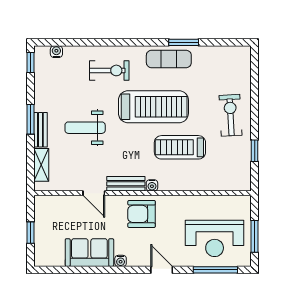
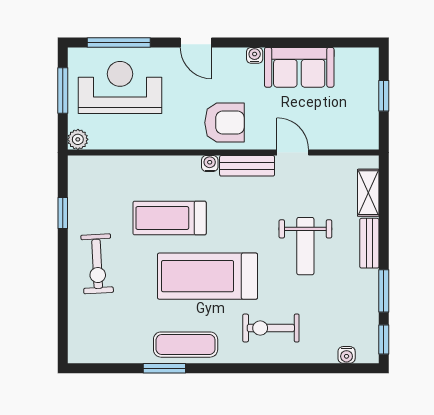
window: (30, 119) -> (384, 291), moved
weight bench: (85, 128) -> (305, 246), turned 90
treadmill: (180, 147) -> (170, 218), turned 180
plant: (244, 202) -> (78, 139), added

